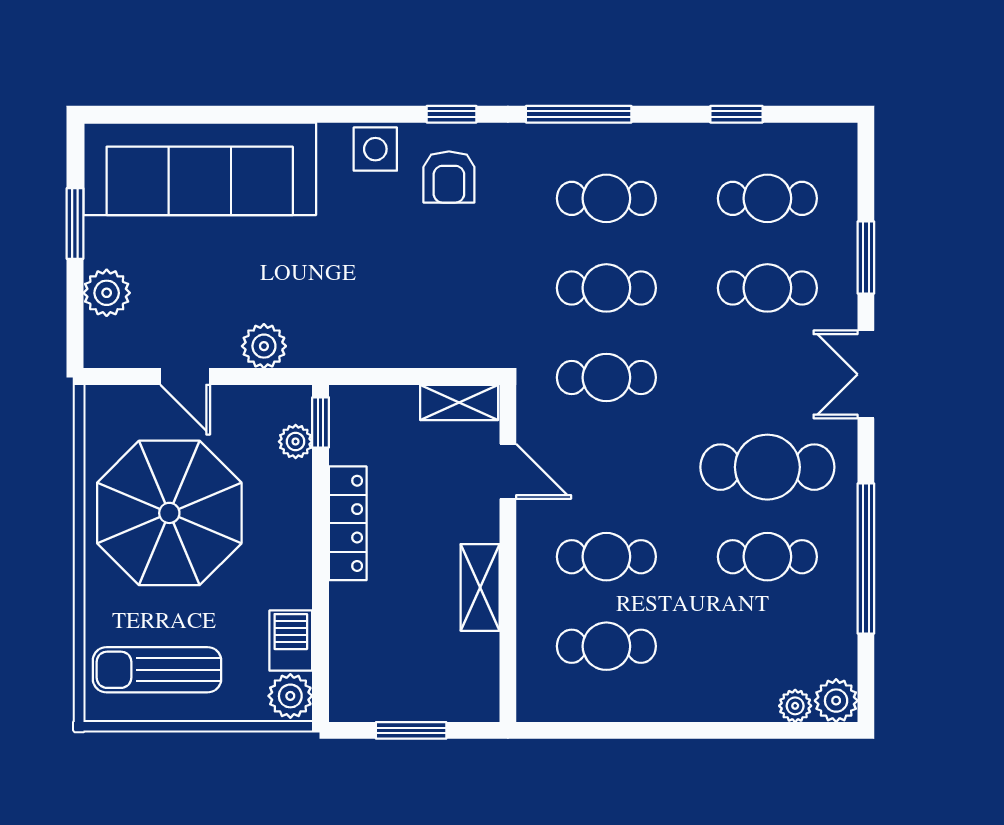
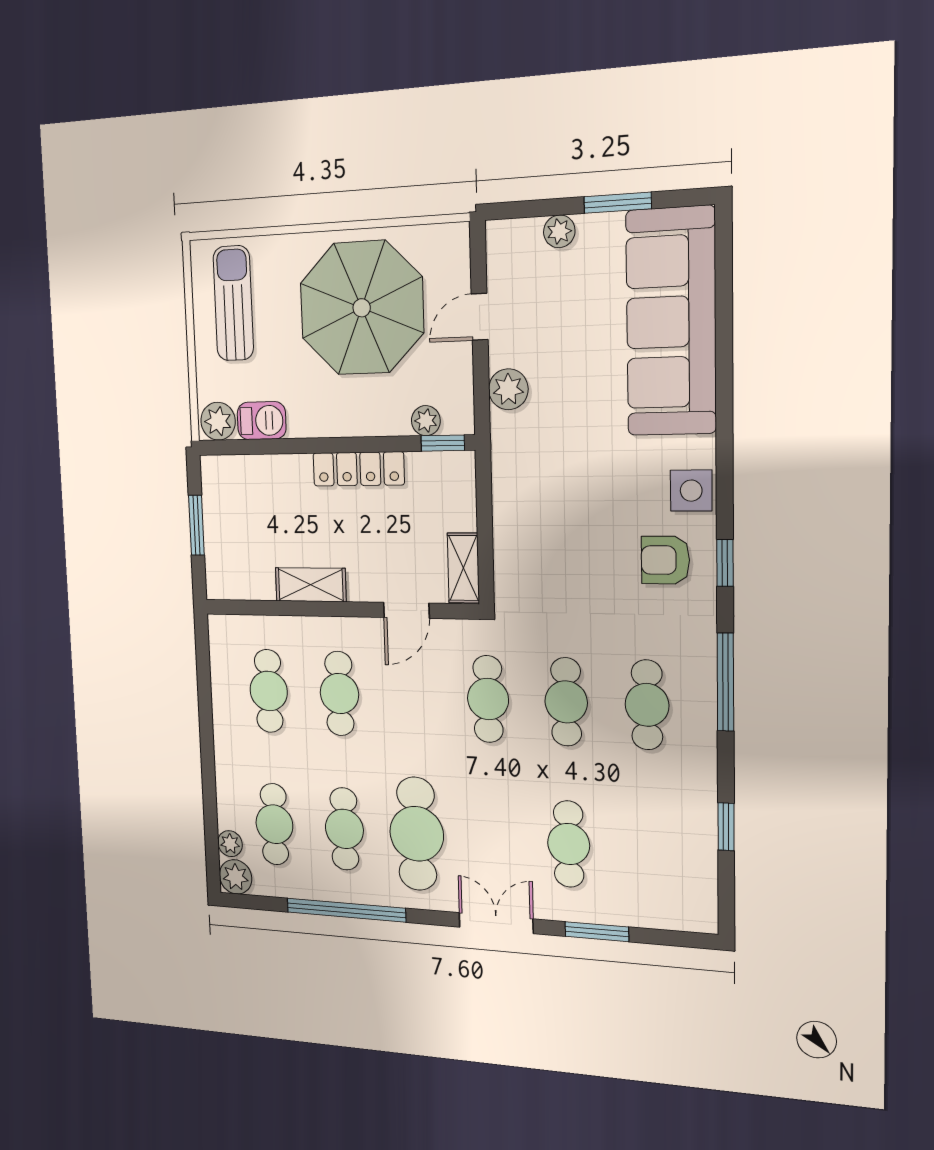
cafe table: (767, 198) -> (274, 824), moved
plant: (107, 293) -> (559, 231), width x0.73, depth x0.73

